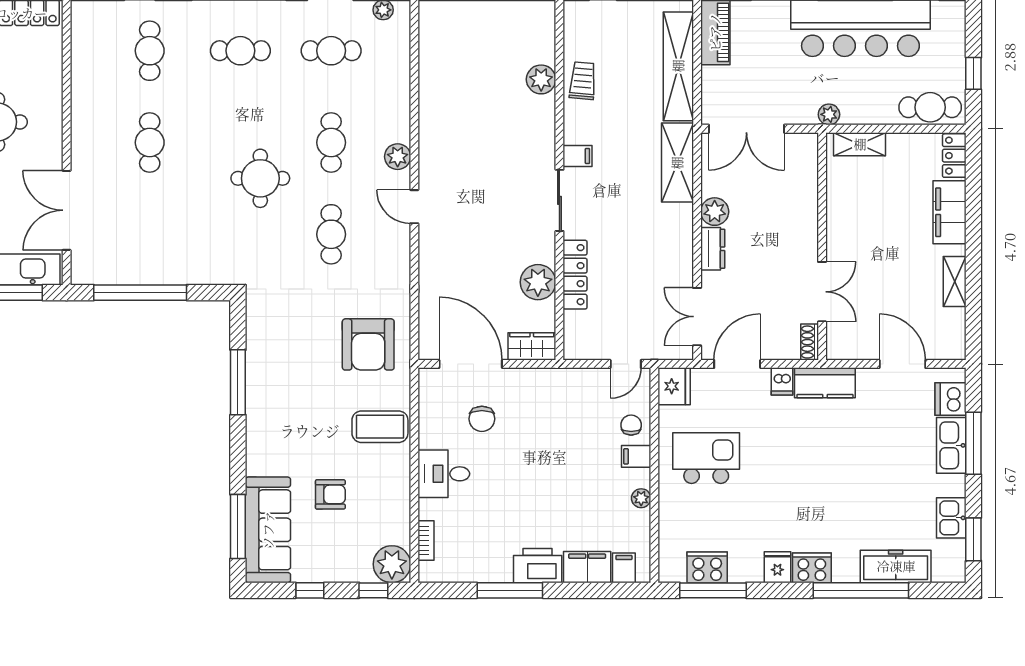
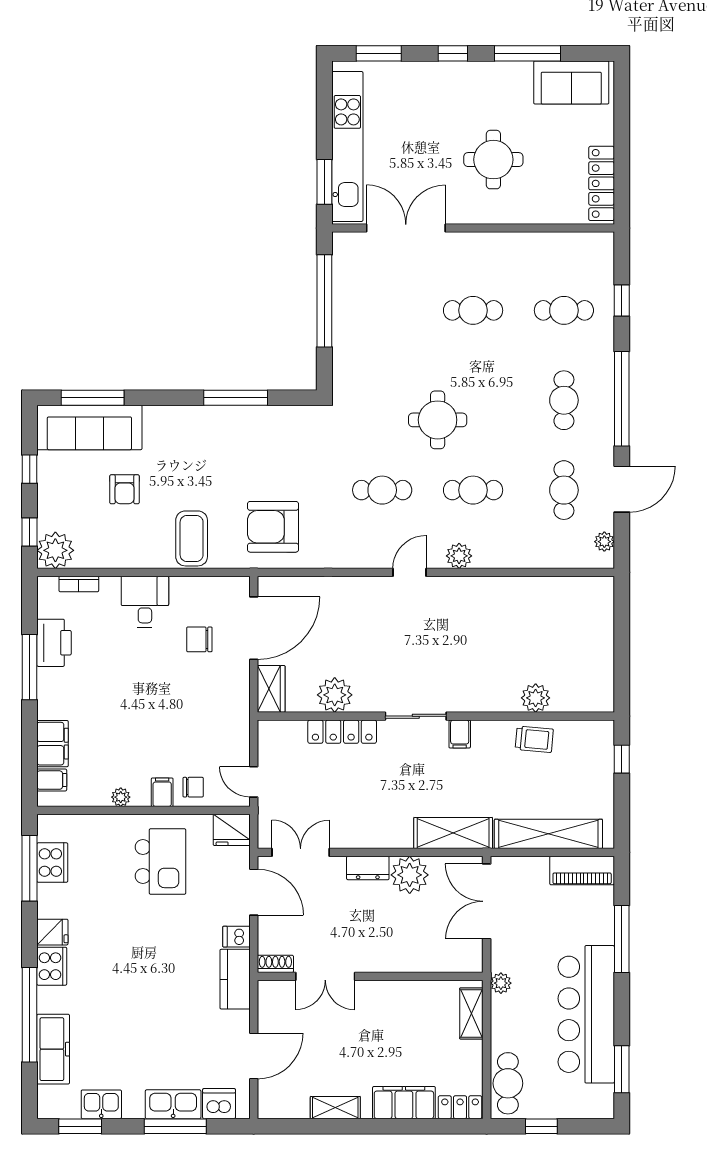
plant: (715, 212) -> (410, 875), width x1.36, depth x1.36
printer: (538, 566) -> (54, 643), moved

